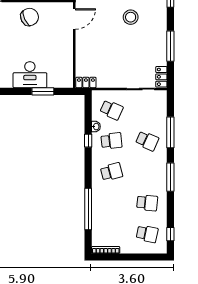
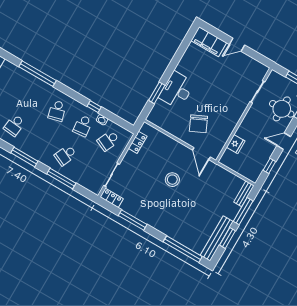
chair: (30, 17) -> (198, 124), moved
stool: (131, 17) -> (172, 180), moved
locker: (86, 83) -> (138, 142), moved

